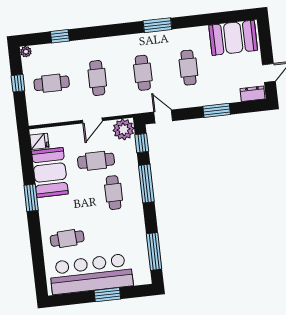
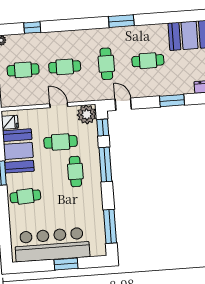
cafe table: (188, 68) -> (148, 61), turned 90
cafe table: (97, 78) -> (65, 67), turned 90
door: (92, 120) -> (59, 105), swing flipped
cafe table: (67, 239) -> (25, 196), moved

